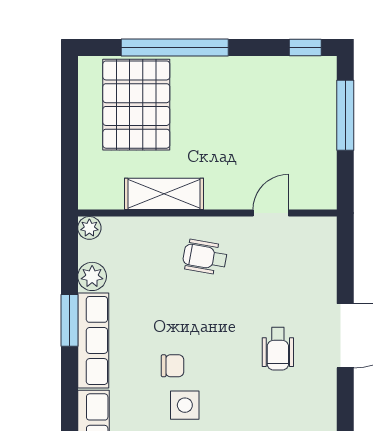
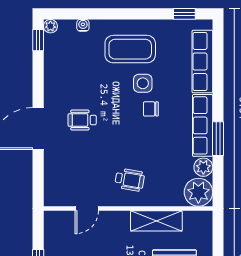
plant: (89, 228) -> (198, 192), width x1.88, depth x1.88
wheelchair: (278, 349) -> (82, 120), turned -90

